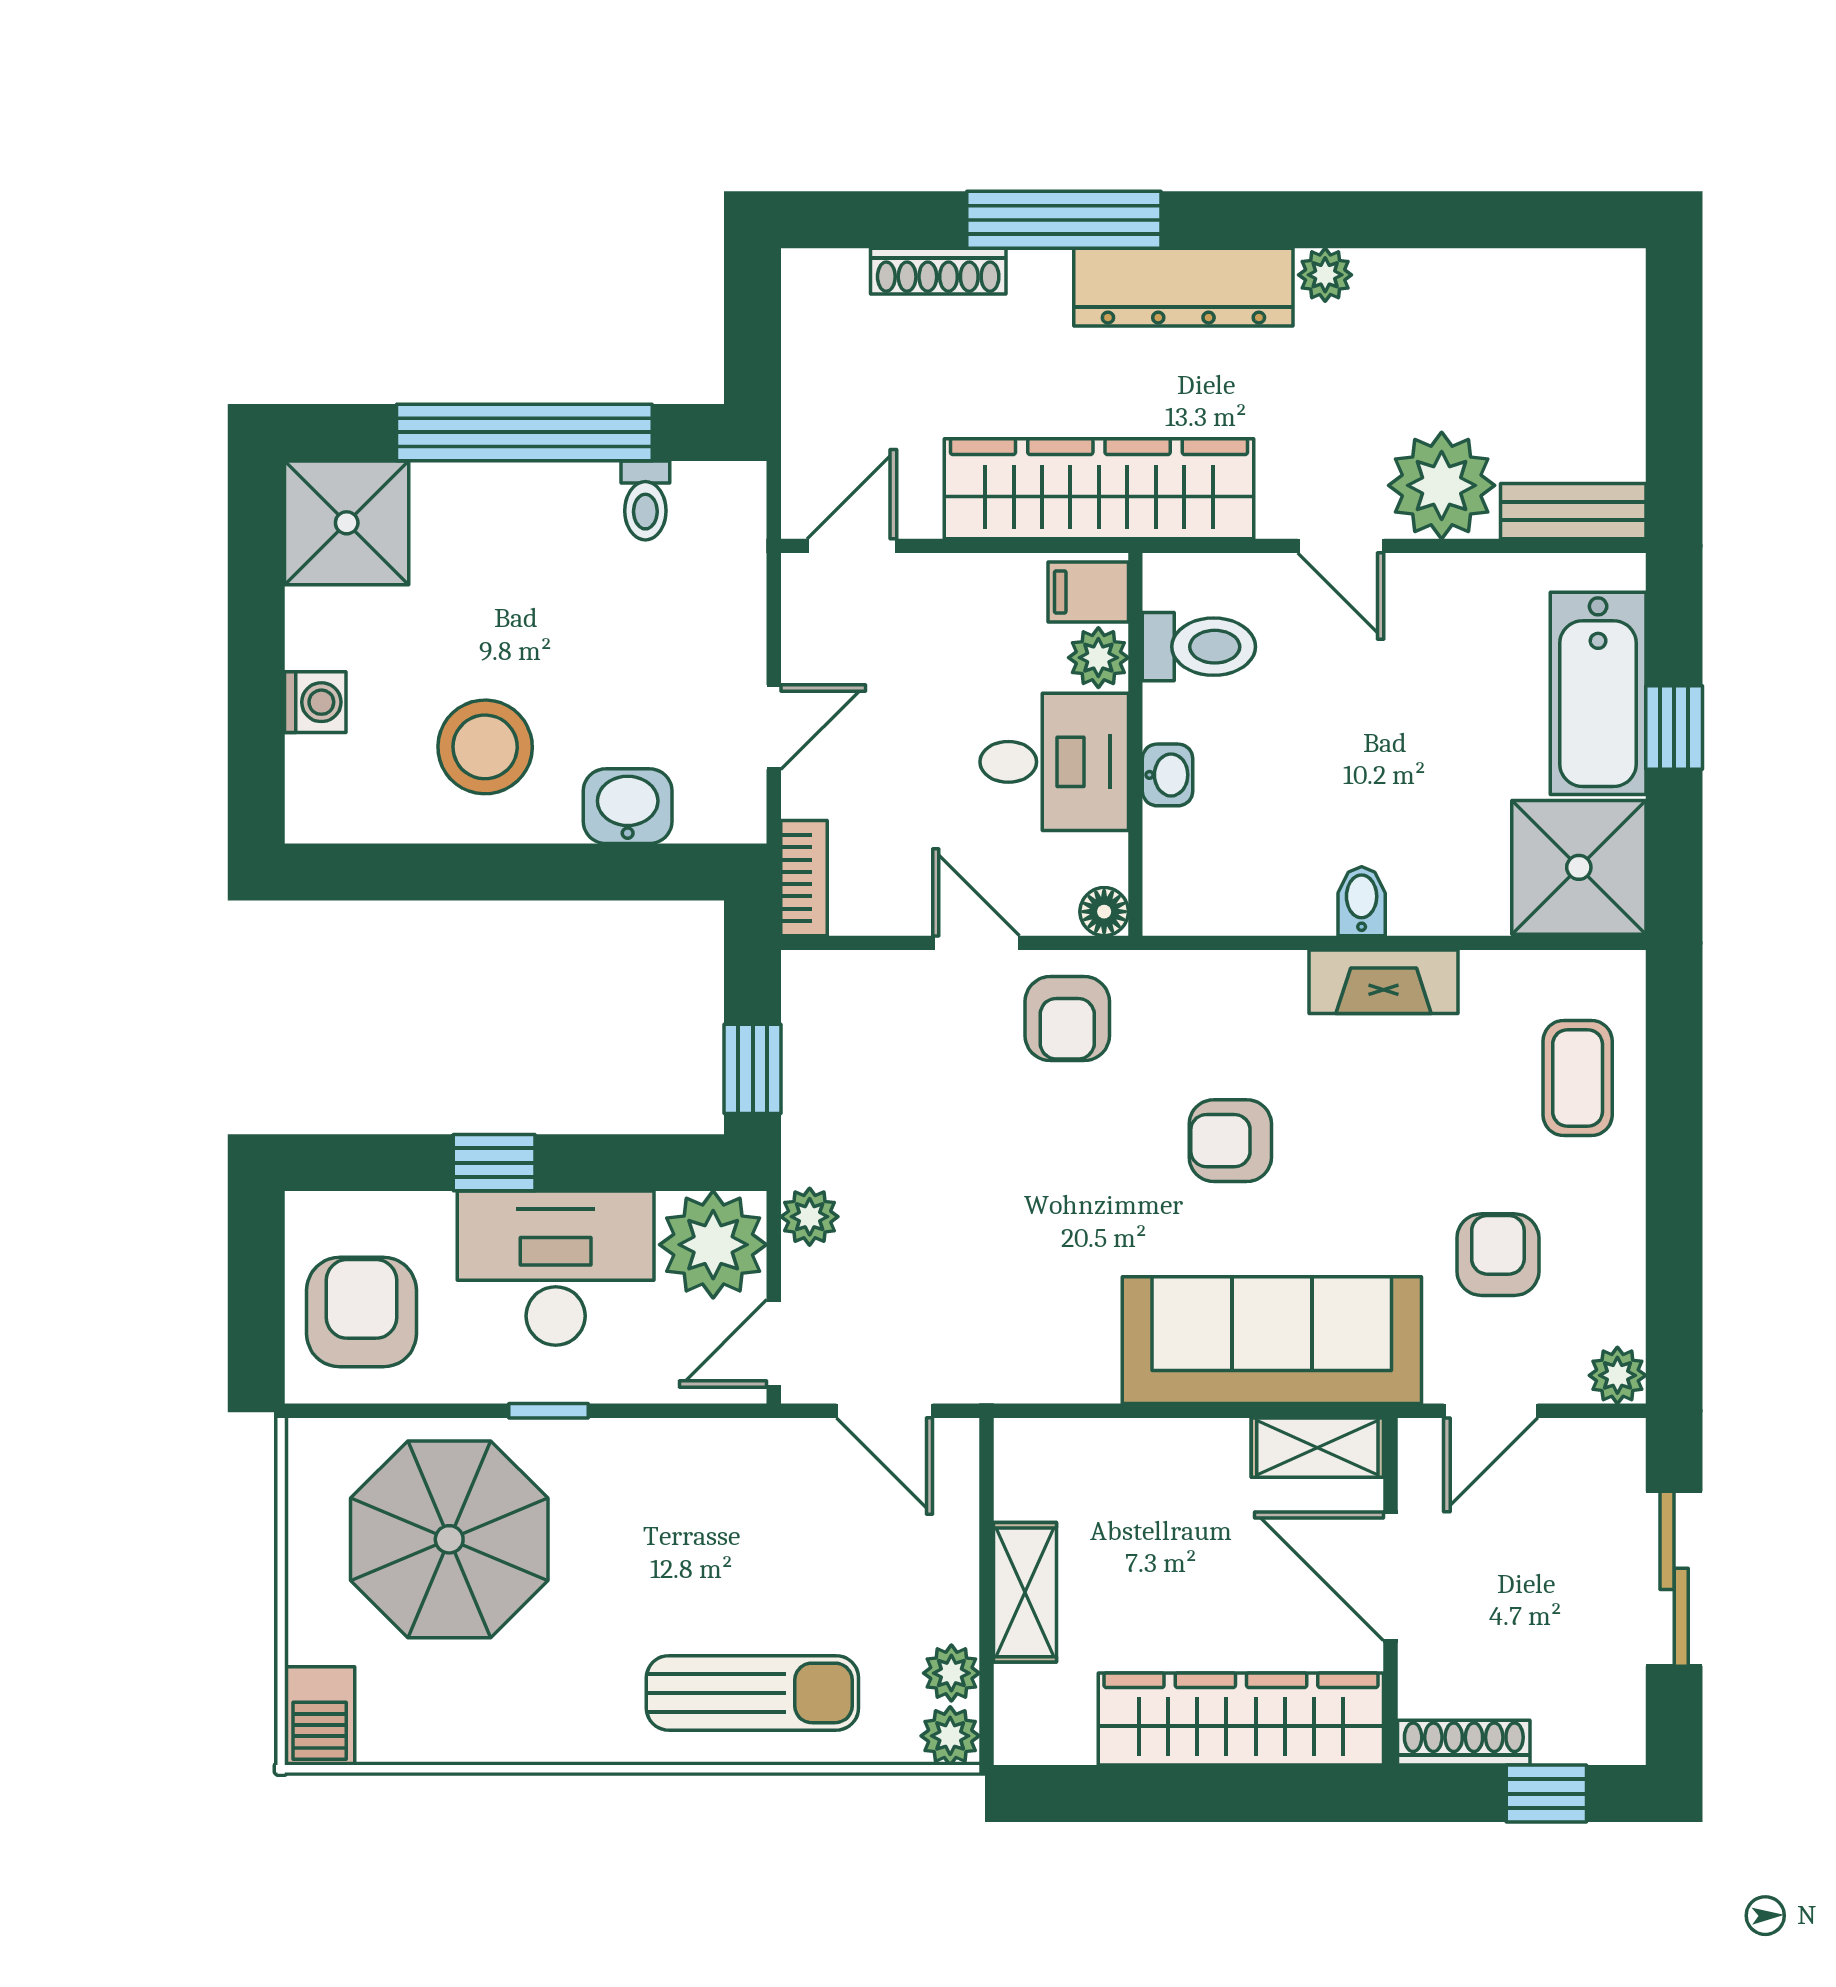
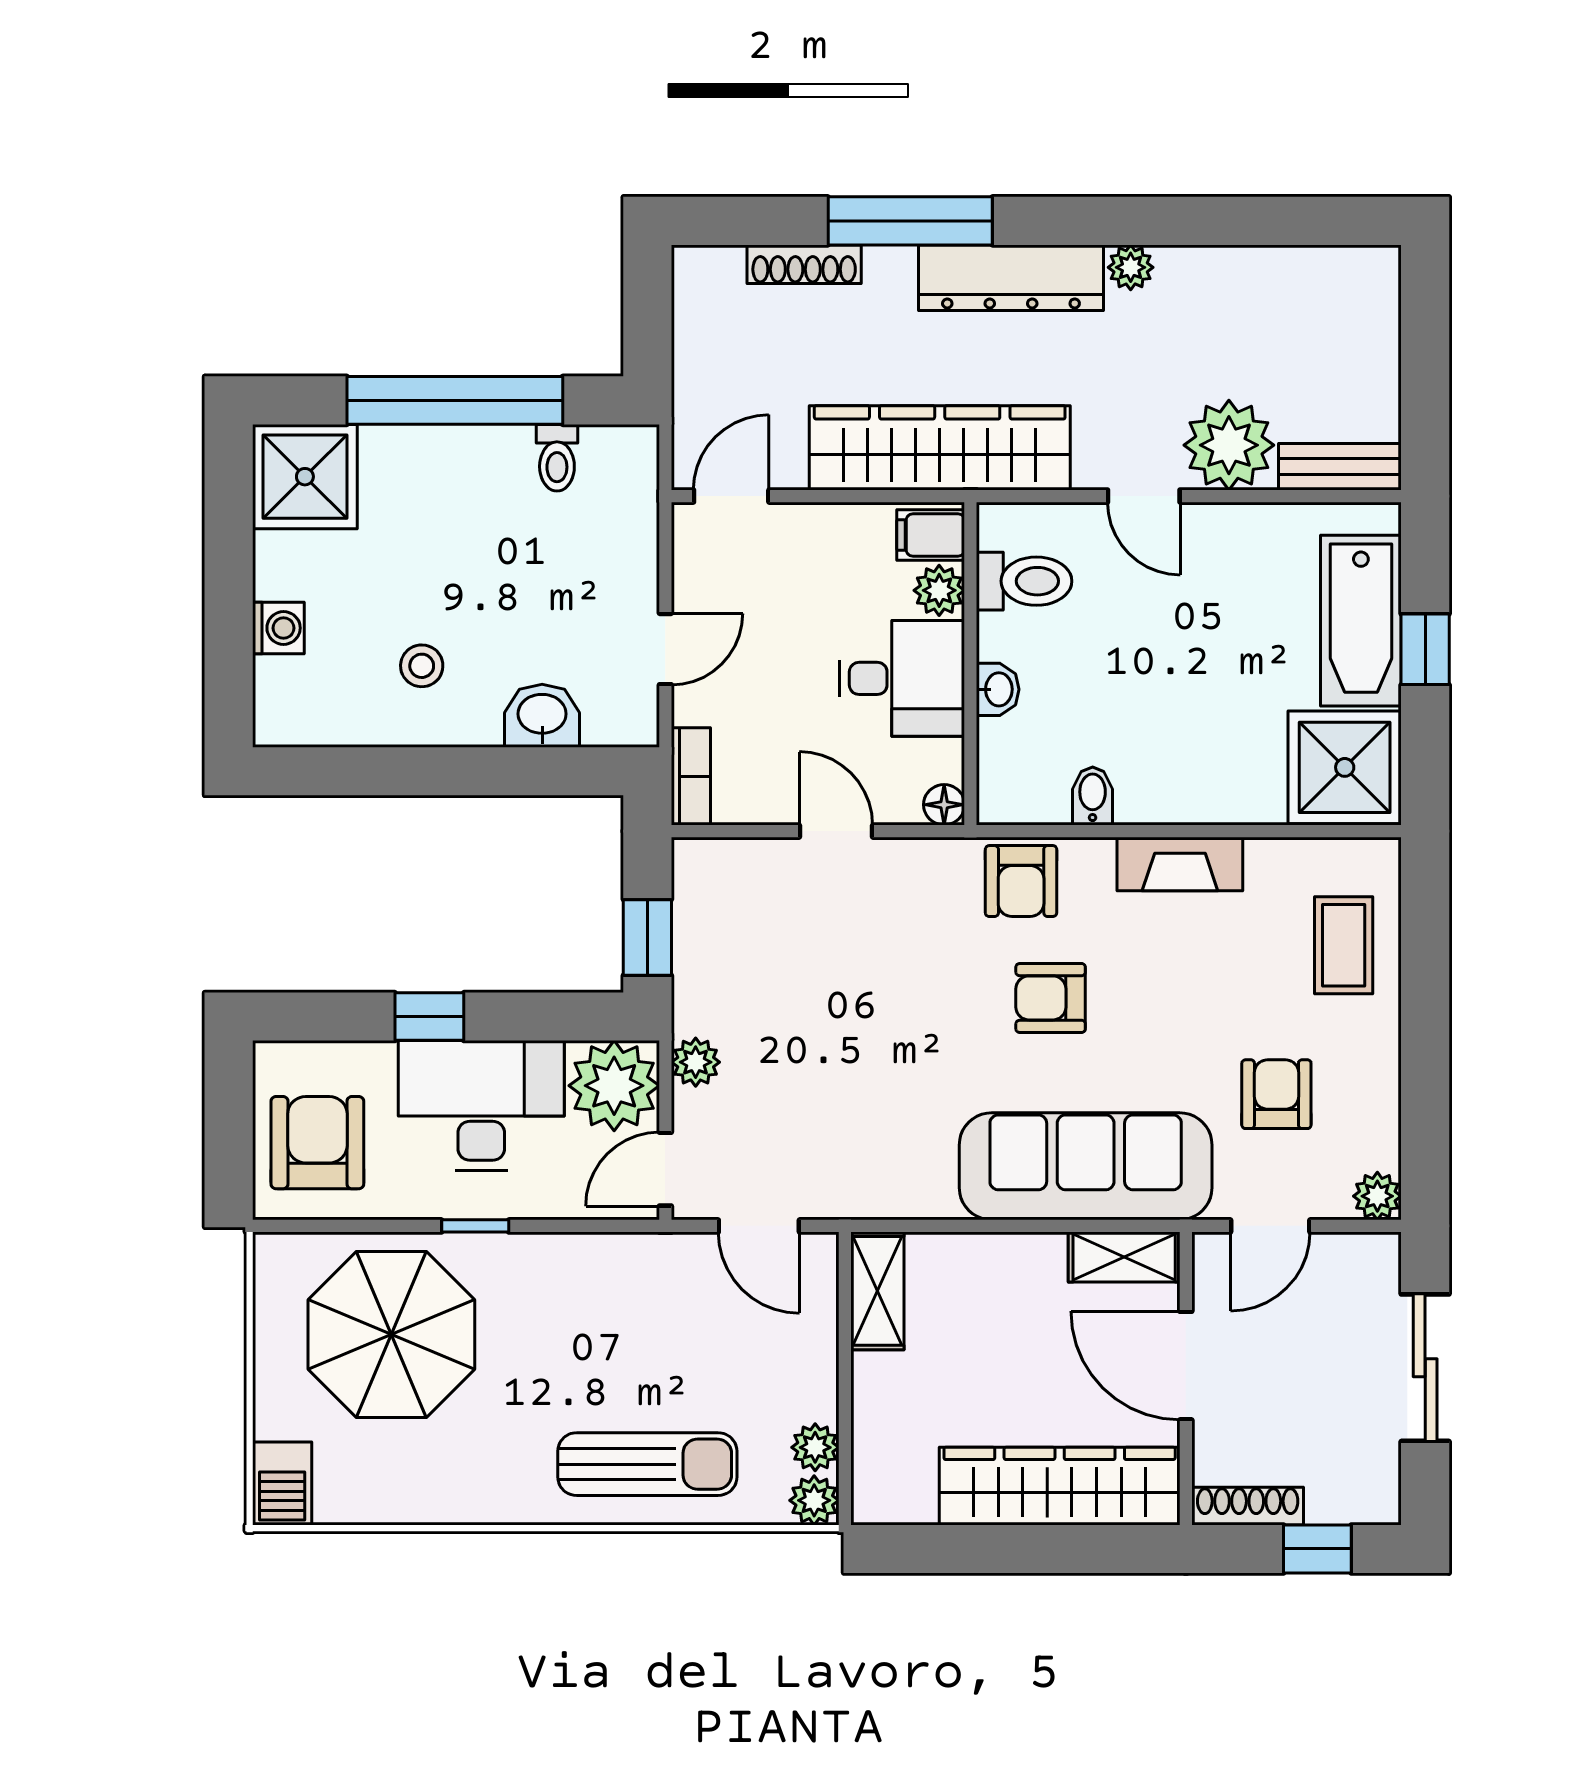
stool: (485, 747) -> (422, 666), width x0.53, depth x0.53
bidet: (1362, 901) -> (1093, 796), moved
armchair: (1067, 1019) -> (1021, 881), moved
shelving: (1025, 1592) -> (877, 1291), moved

